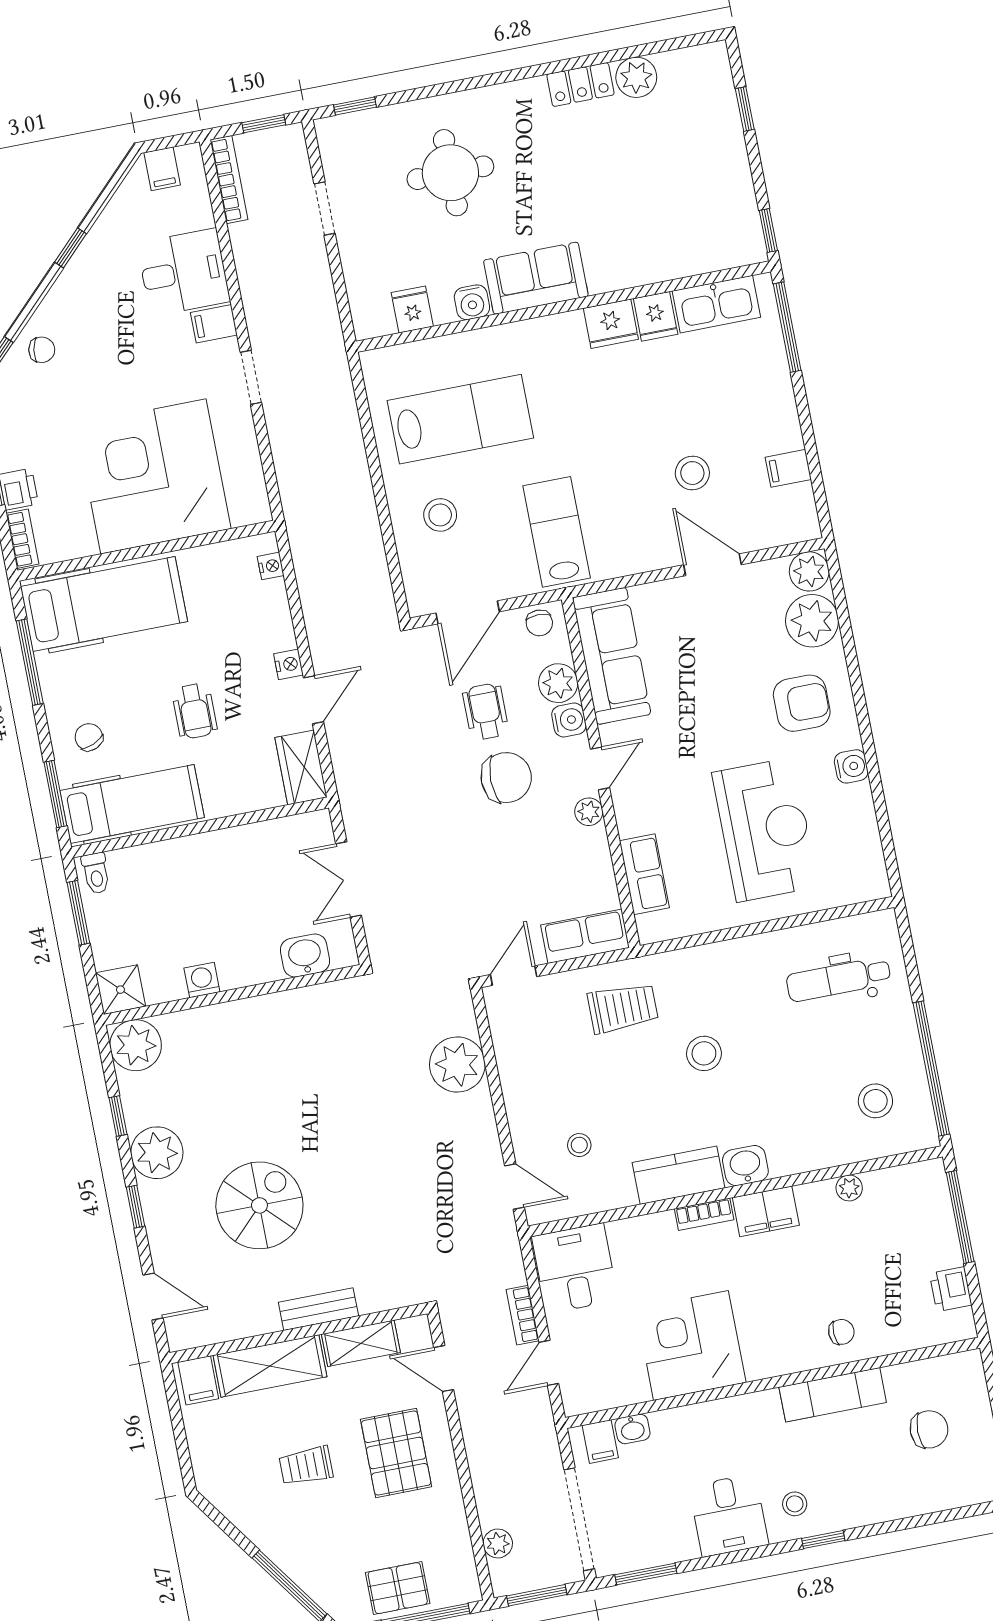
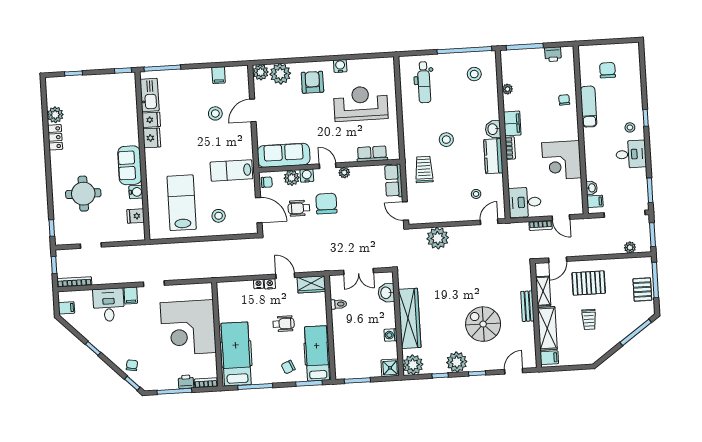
nightstand: (271, 566) -> (259, 284), moved
toilet: (96, 873) -> (339, 304), moved
wardrobe: (249, 1022) -> (410, 318), added

